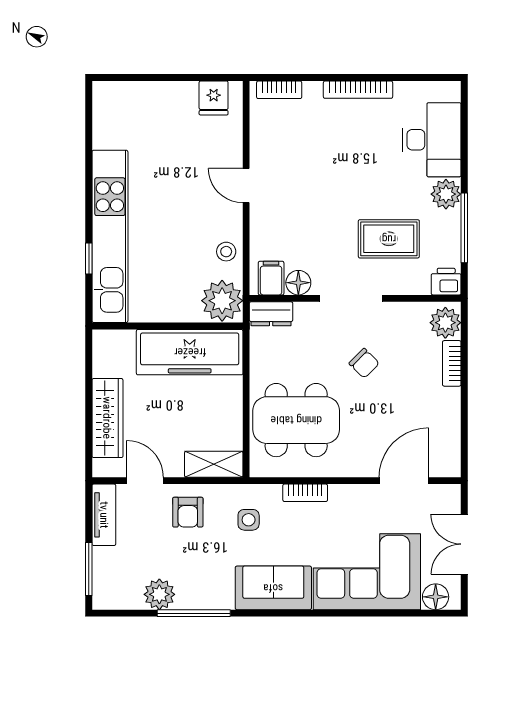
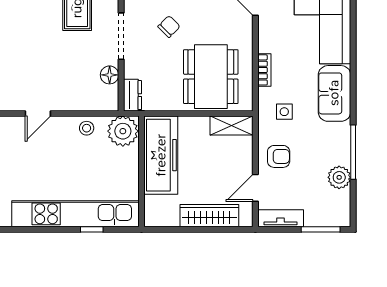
filing cabinet: (271, 278) -> (106, 95), removed
shelving: (214, 464) -> (232, 126), moved, turned 90

